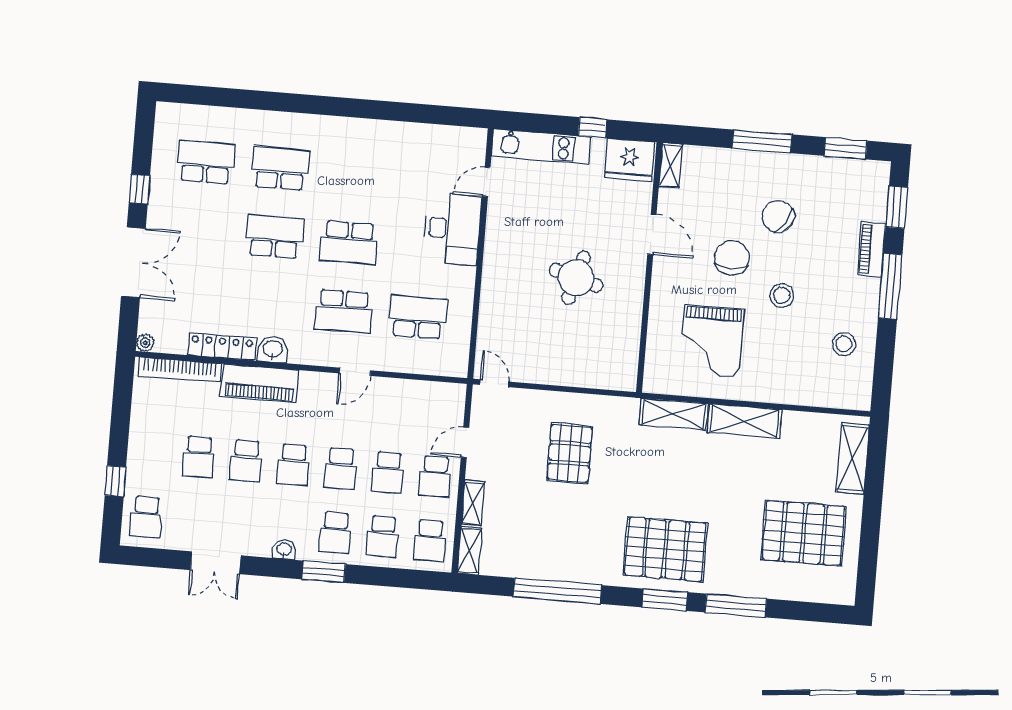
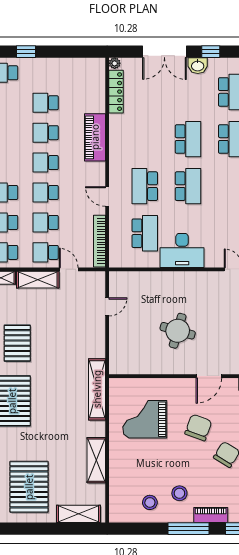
desk: (452, 229) -> (182, 250), moved
school desk: (349, 243) -> (188, 186), turned 180
chair: (732, 258) -> (198, 428), turned -70
stool: (782, 295) -> (179, 493), moved
locker: (222, 347) -> (116, 92), moved
washbasin: (273, 349) -> (198, 66), moved, turned 90
bookcase: (180, 370) -> (99, 241), moved
door: (494, 383) -> (107, 307), moved
shelving: (674, 414) -> (97, 389), width x1.47
shelving: (745, 421) -> (96, 460), moved
pallet: (570, 453) -> (17, 343), moved, turned 90
shelving: (473, 503) -> (38, 280), width x1.50, depth x1.33

